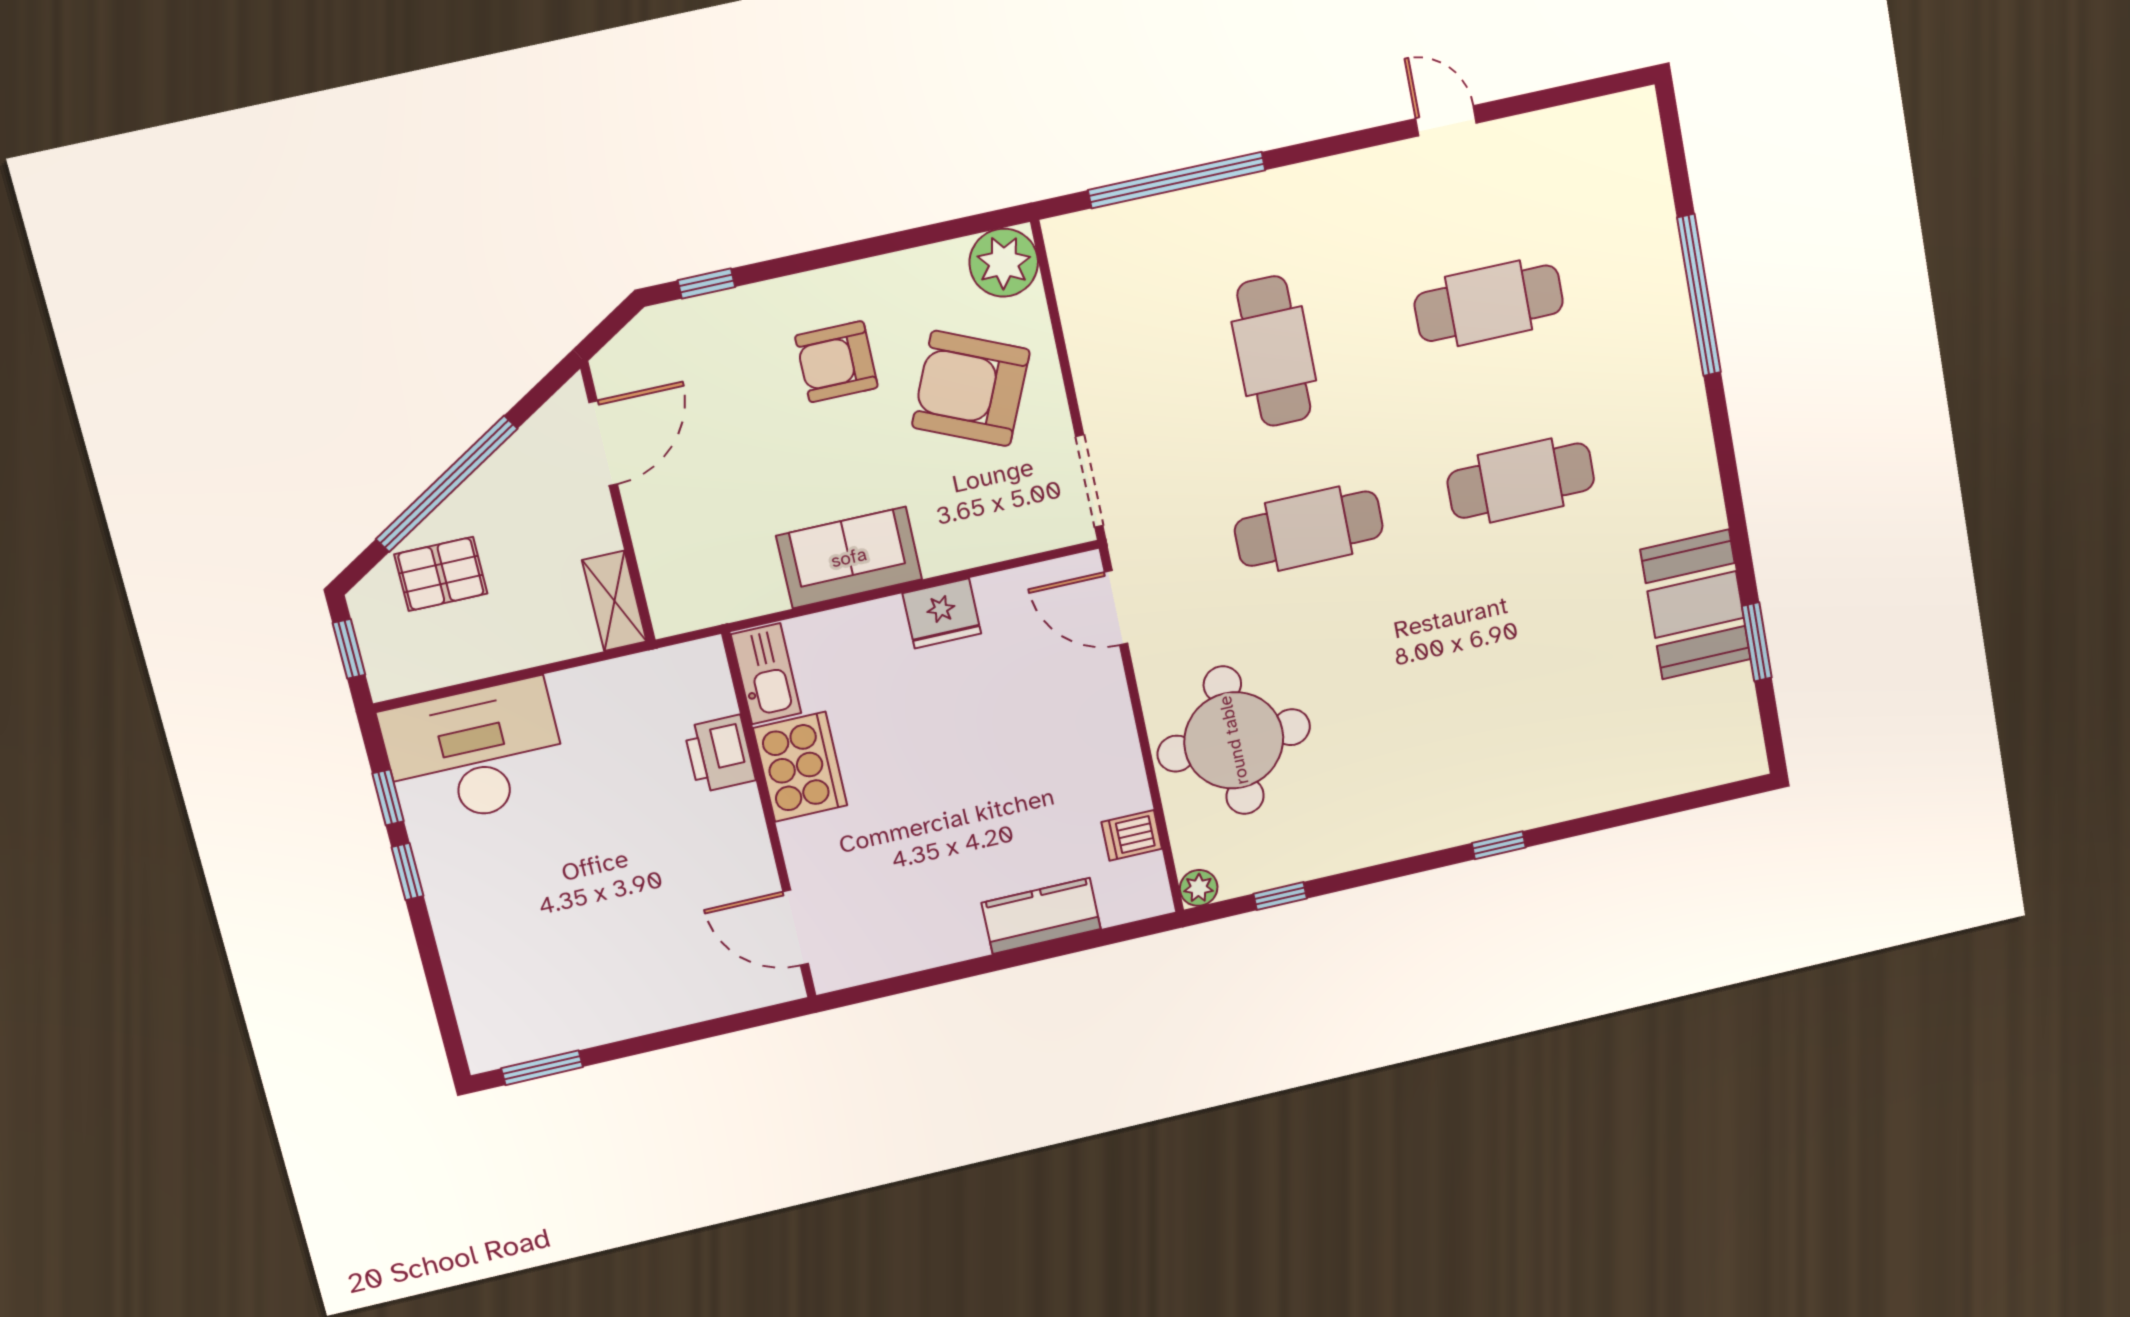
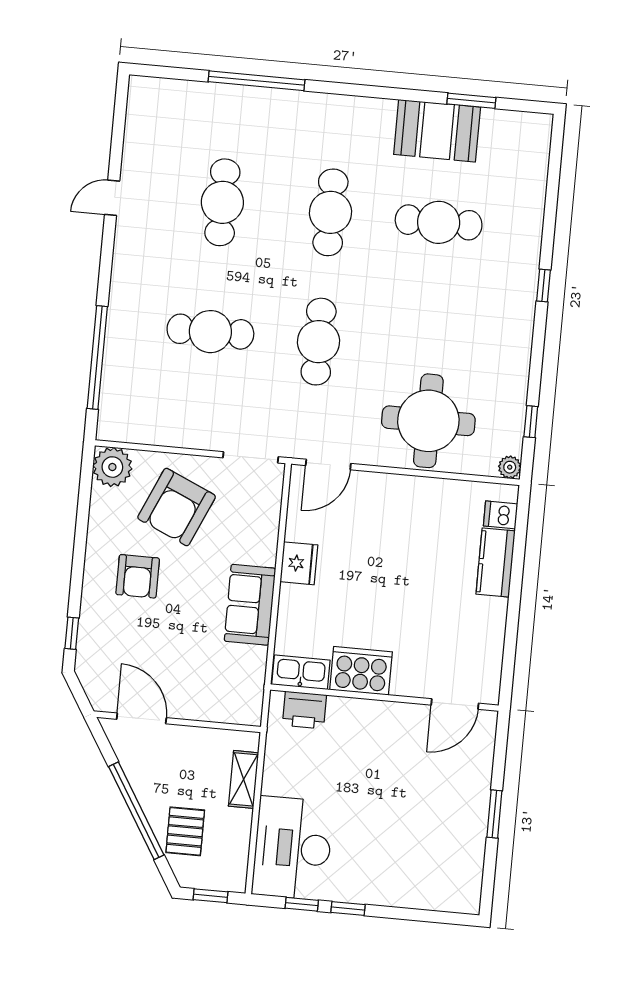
shelving: (614, 601) -> (244, 779), moved, turned 90
cafe table: (1552, 654) -> (439, 222), added
printer: (720, 754) -> (304, 710), moved
dishwasher: (1132, 835) -> (501, 515), moved, turned 90
window: (542, 1068) -> (494, 814), moved

